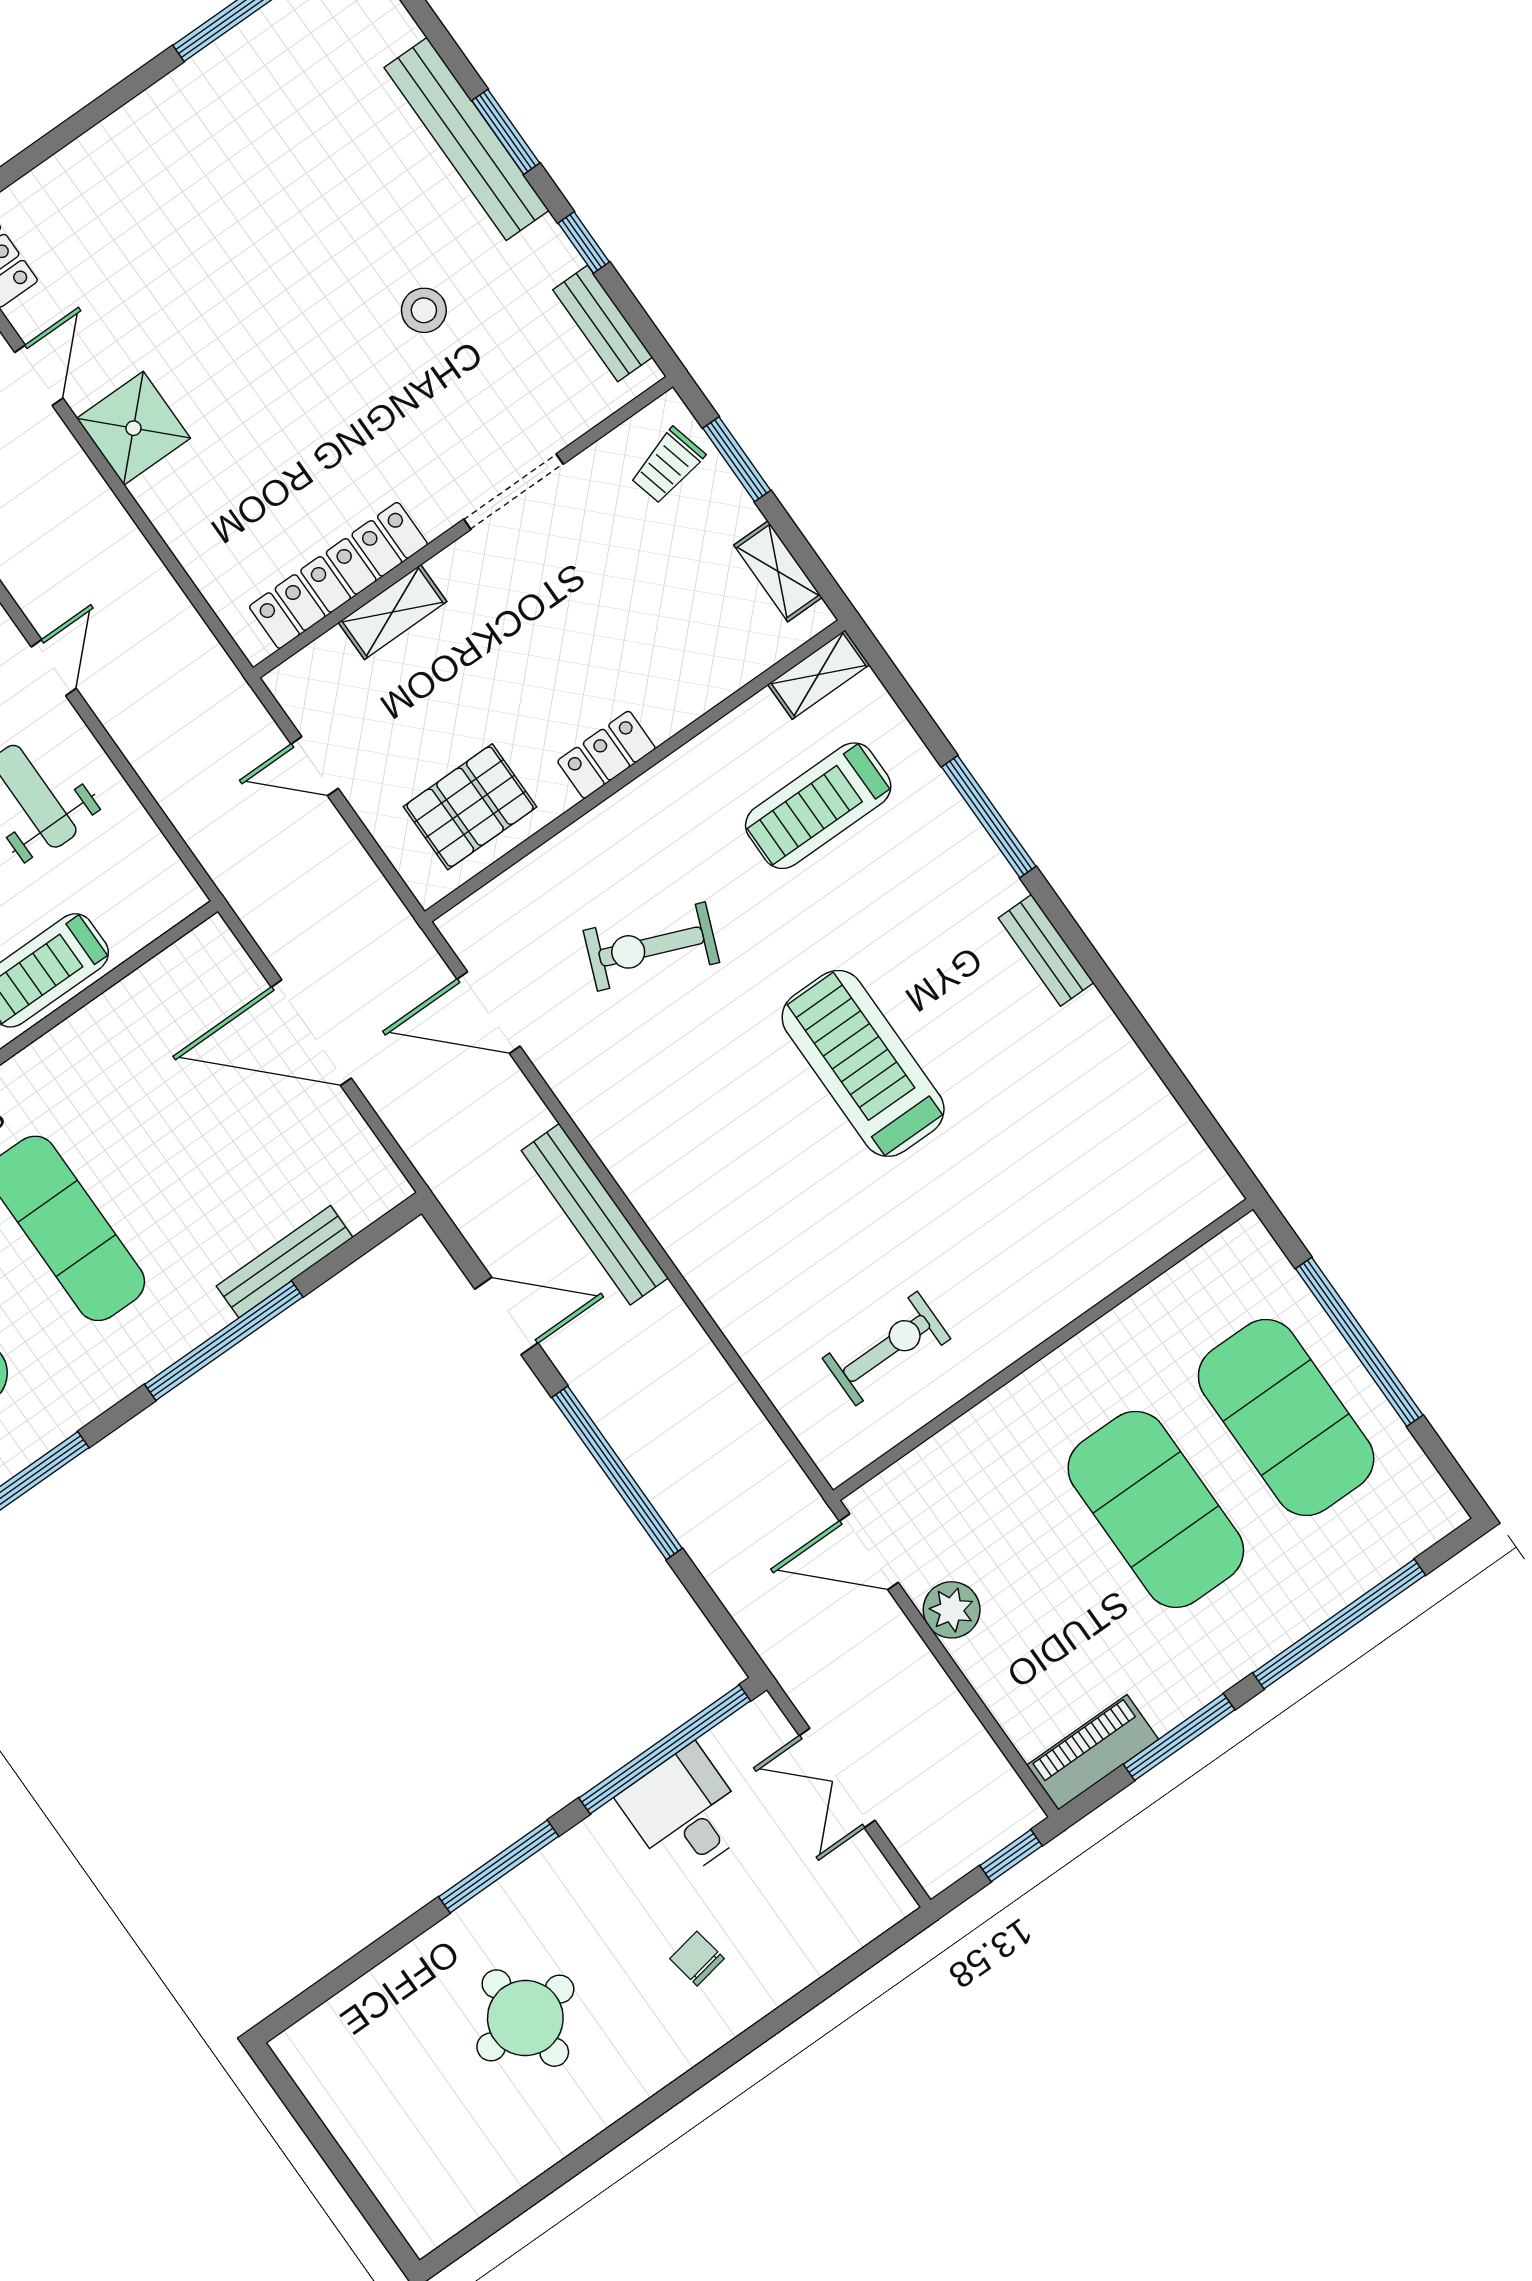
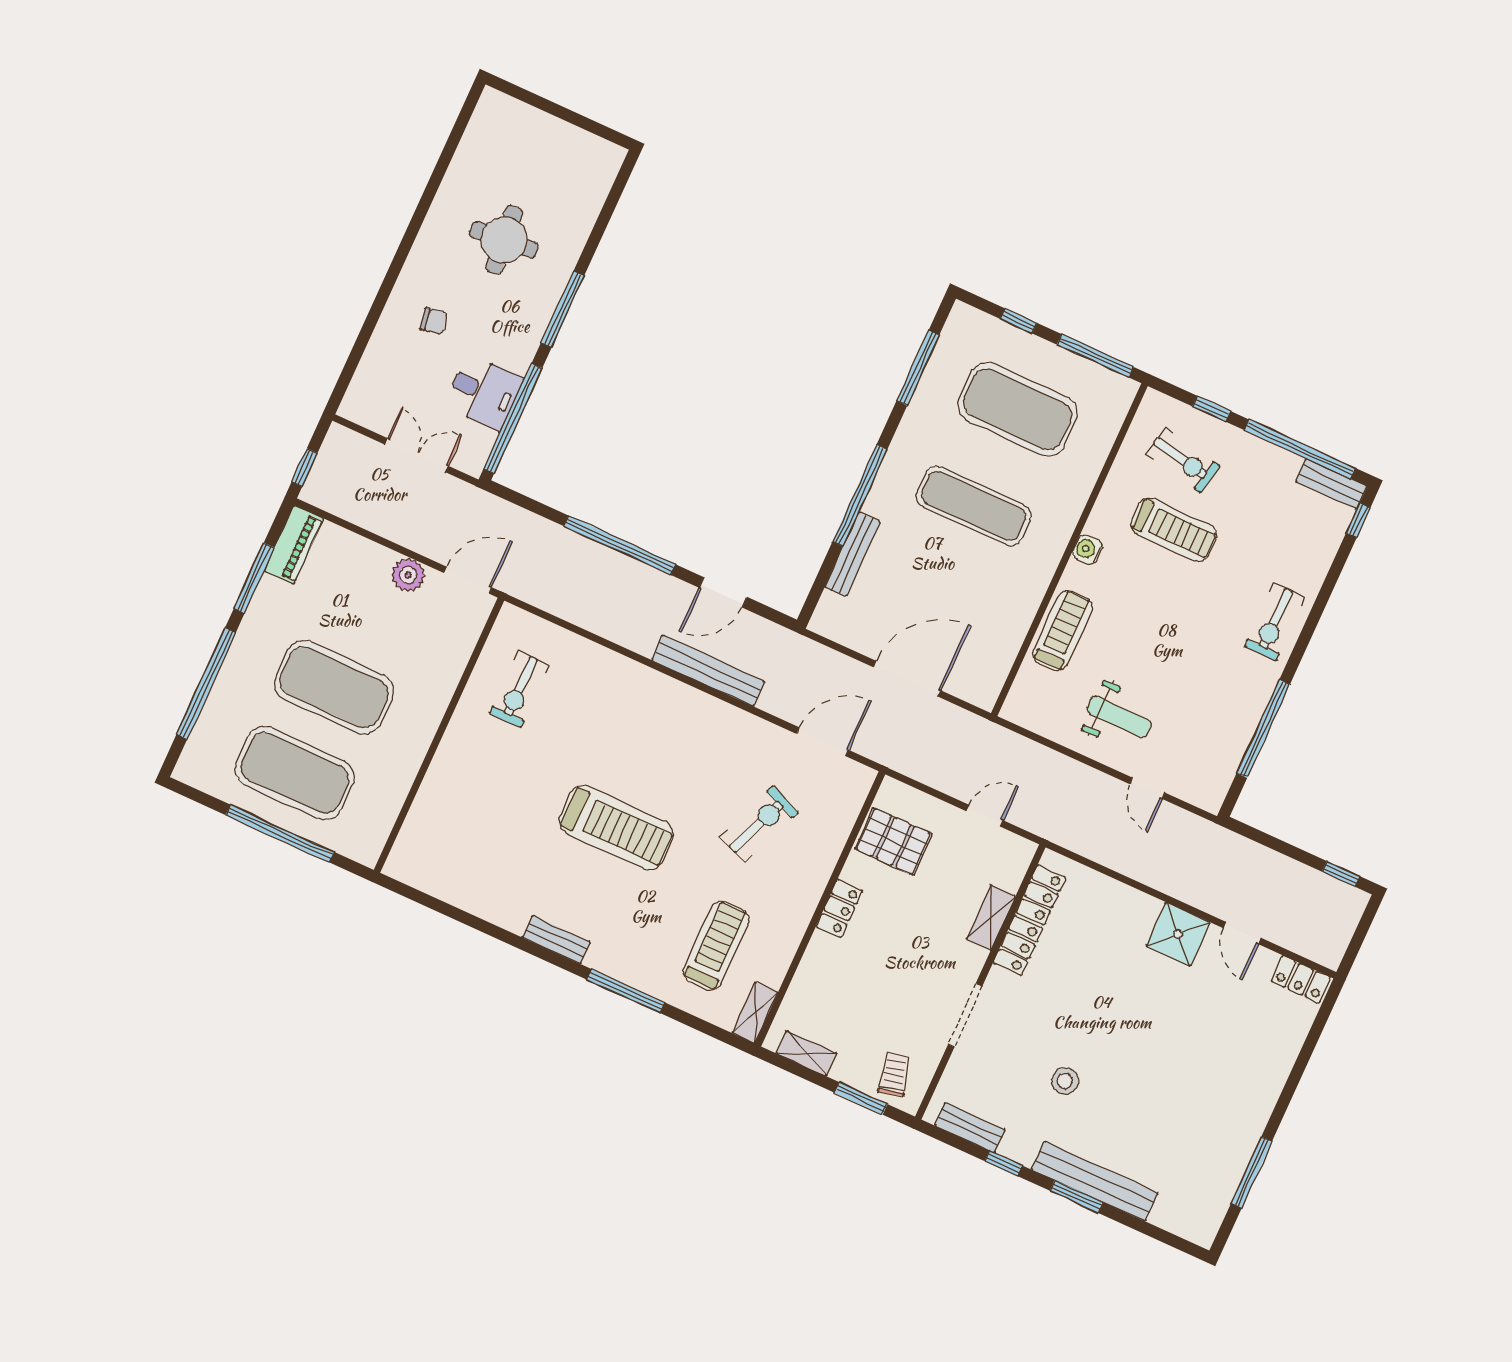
pallet: (470, 807) -> (893, 841), turned 90

